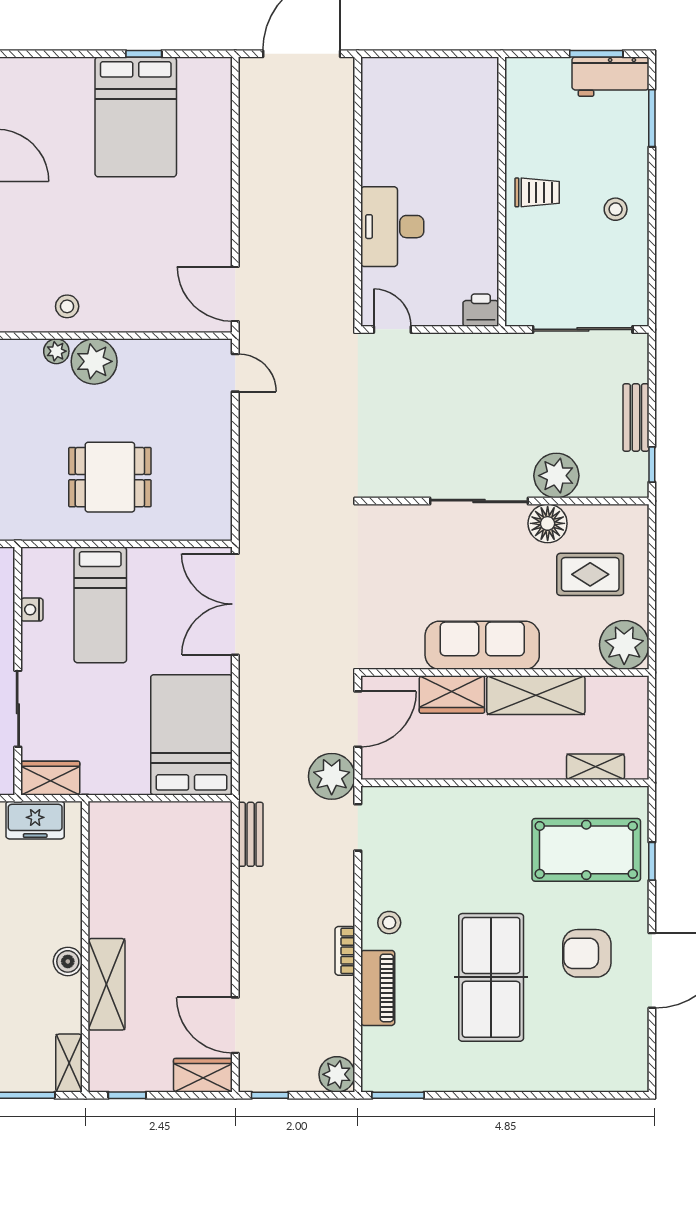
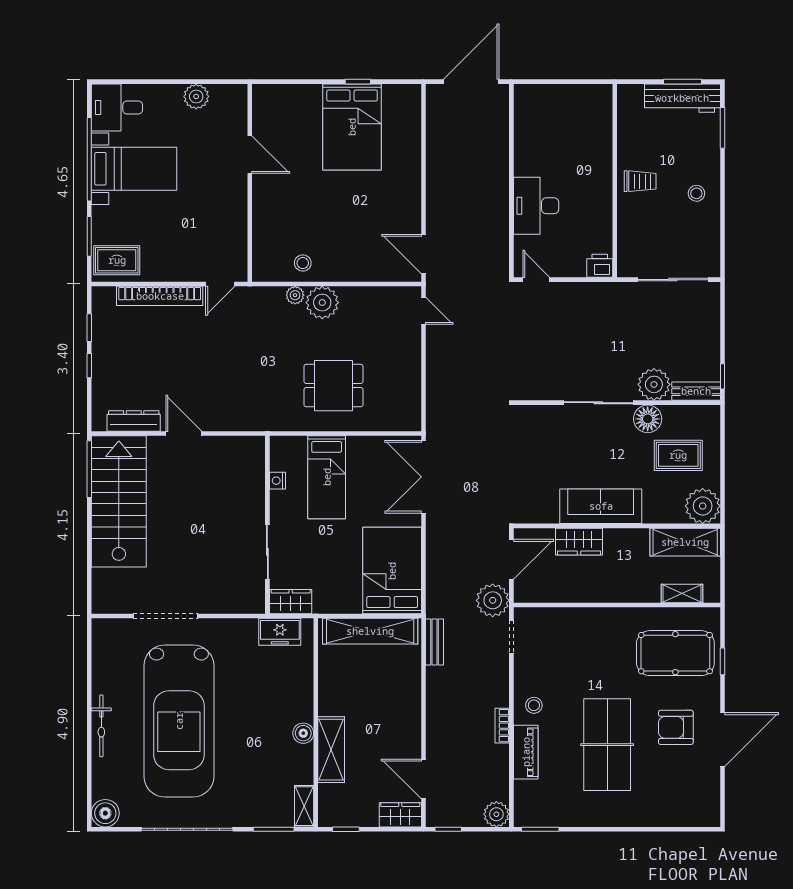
workbench: (611, 77) -> (682, 98), width x1.38
bench: (636, 417) -> (696, 391), moved, turned 90
shelving: (536, 695) -> (685, 542), moved
shelving: (161, 819) -> (370, 631), added

